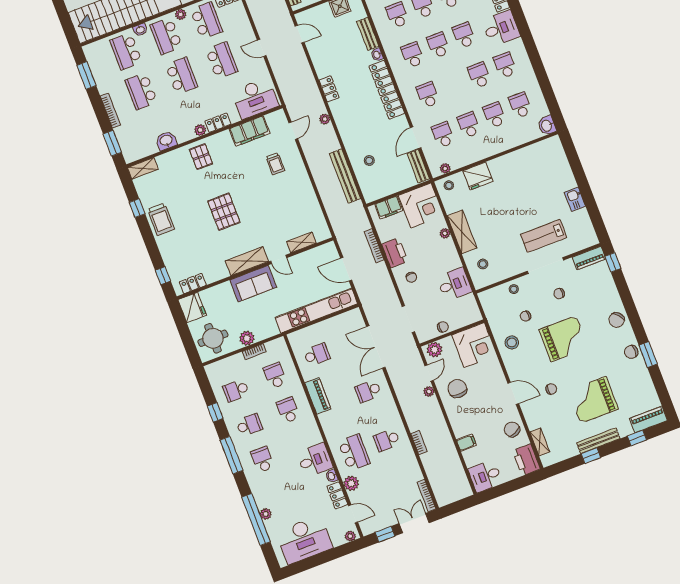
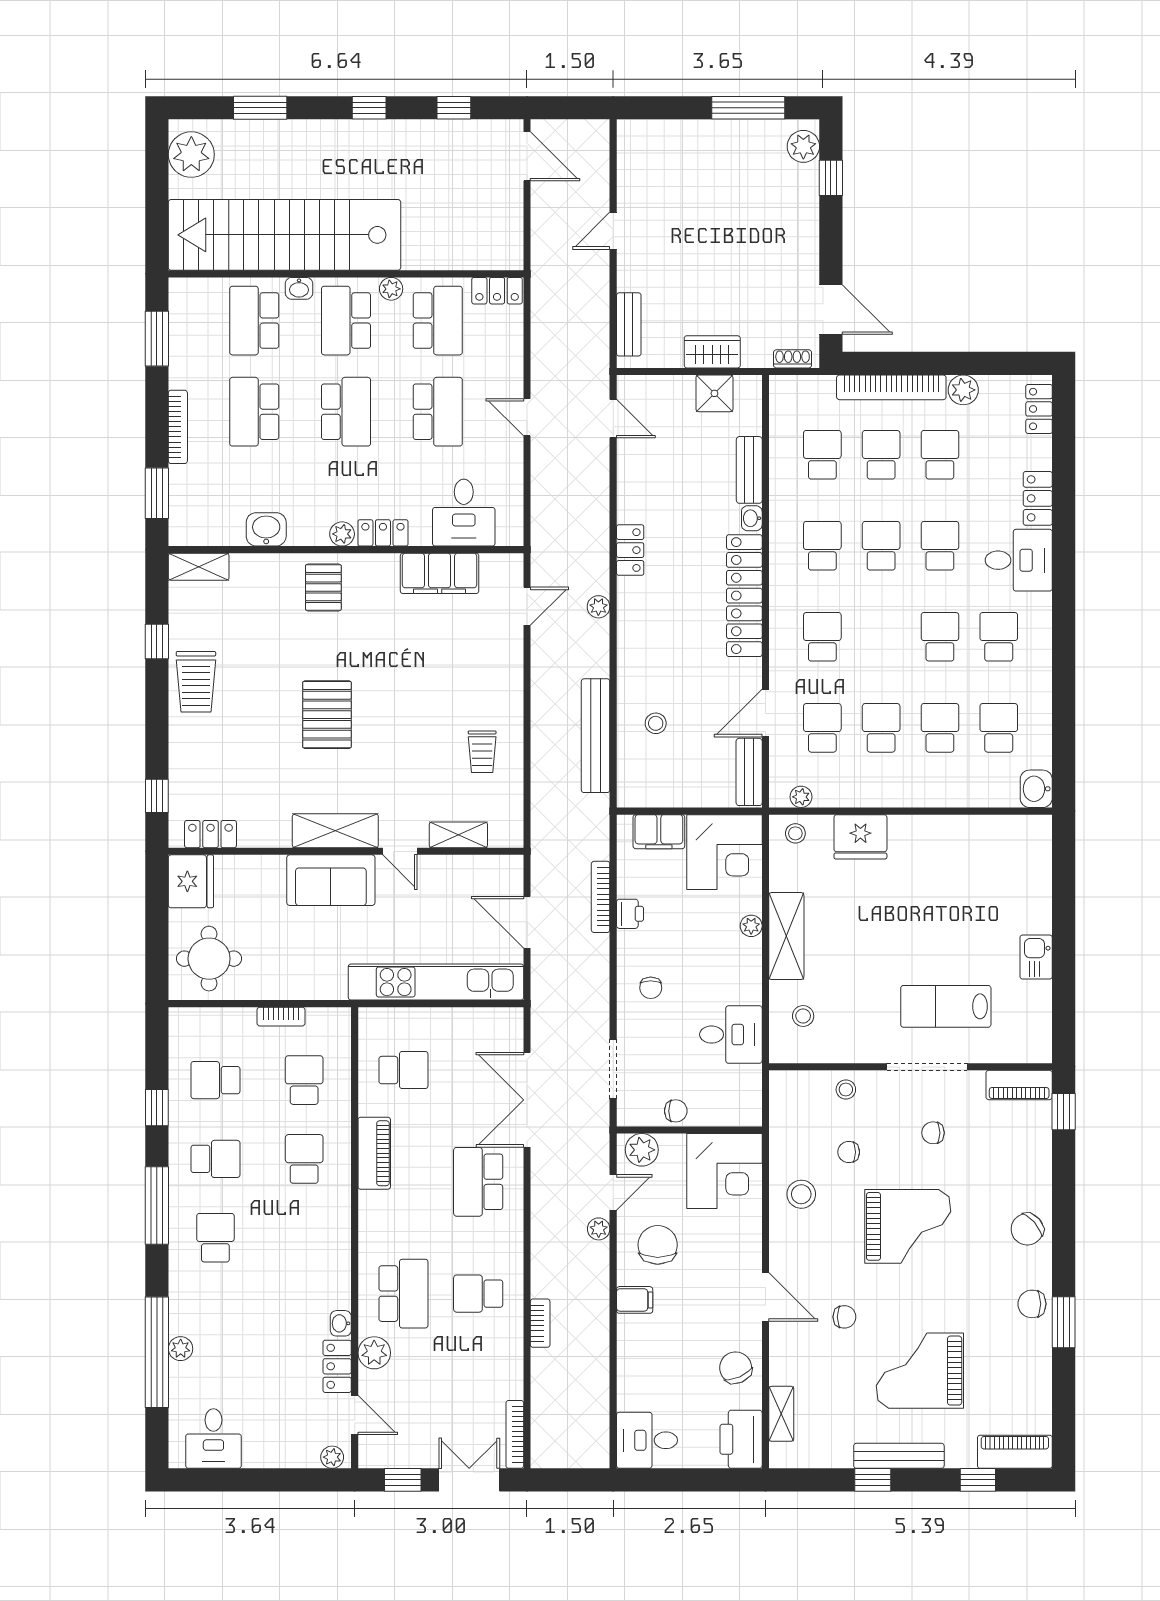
desk: (255, 98) -> (464, 513), width x0.73
trolley: (275, 164) -> (482, 752), moved
printer: (395, 253) -> (630, 914), width x0.53, depth x0.68
plant: (247, 338) -> (277, 984), removed
school desk: (368, 391) -> (478, 1182), width x1.85
filing cabinet: (466, 443) -> (635, 1300), moved
desk: (315, 460) -> (319, 1279), removed
desk: (304, 540) -> (213, 1439), width x0.53, depth x0.77

